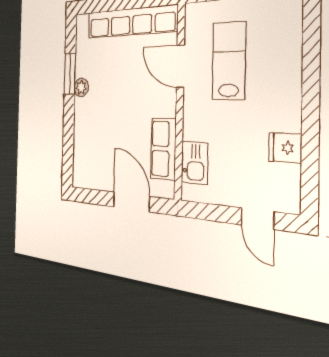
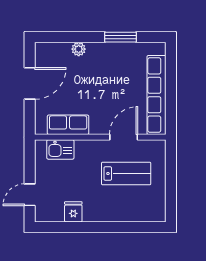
plant: (81, 87) -> (79, 49), moved
door: (131, 202) -> (30, 83), moved

